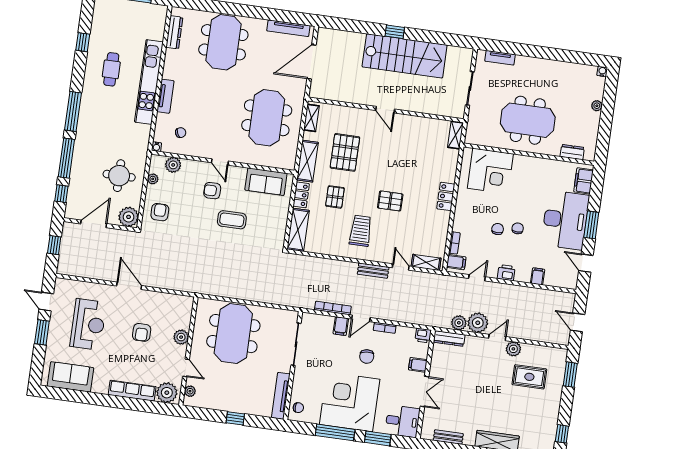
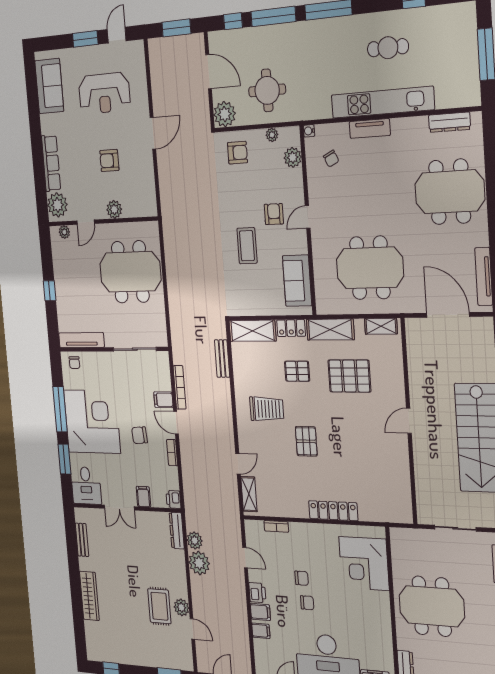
meeting table: (528, 120) -> (432, 606), turned 90
shelving: (455, 135) -> (397, 515), removed
locker: (446, 196) -> (333, 511), width x1.53
window: (54, 245) -> (176, 28), width x1.50
filing cabinet: (456, 262) -> (260, 612), moved, turned -90
bench: (373, 271) -> (222, 359), moved
door: (497, 337) -> (192, 629), moved
rug: (529, 377) -> (159, 606), moved

